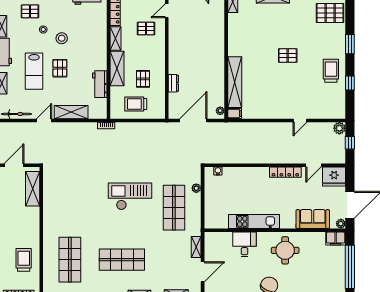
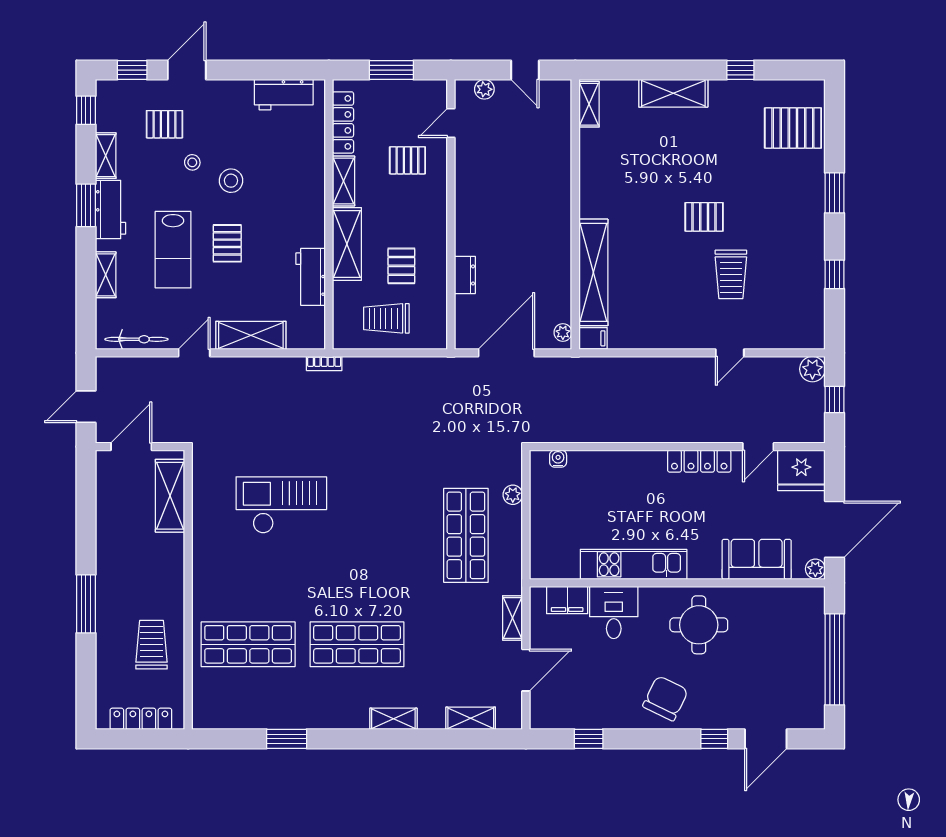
trolley: (331, 71) -> (731, 274), moved, turned 180
checkout: (130, 196) -> (281, 505), moved
filing cabinet: (336, 238) -> (567, 600), moved
shop shelf: (70, 260) -> (248, 644), turned 90

